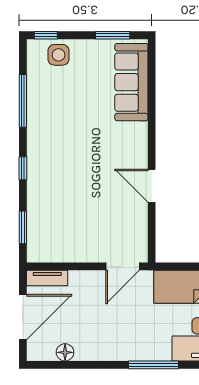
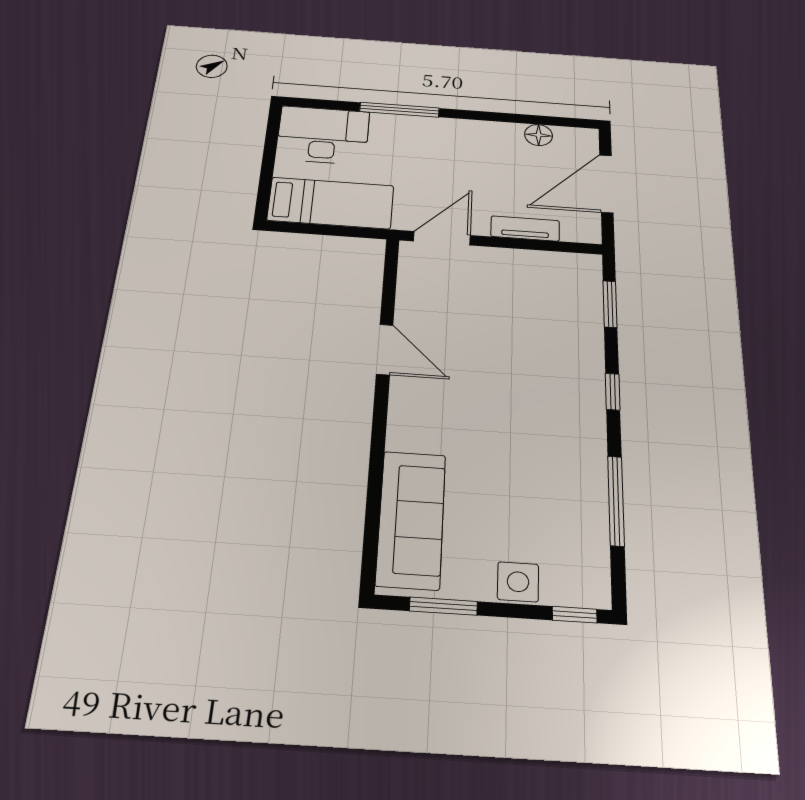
side table: (59, 55) -> (518, 582), moved
tv unit: (47, 278) -> (525, 229), moved

